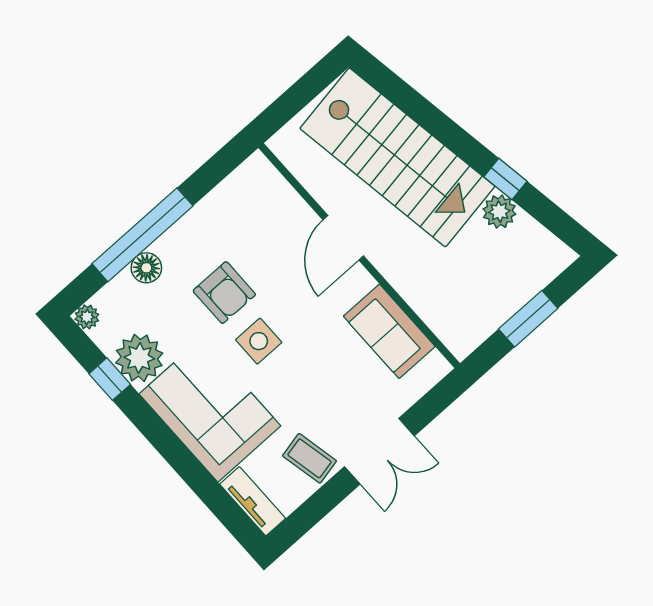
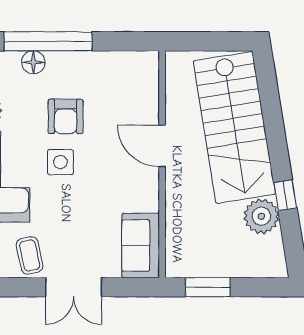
plant: (499, 212) -> (261, 216), width x1.36, depth x1.36
door: (343, 238) -> (162, 146), hinge flipped
window: (528, 319) -> (208, 287), moved
sofa: (389, 331) -> (141, 246), moved

